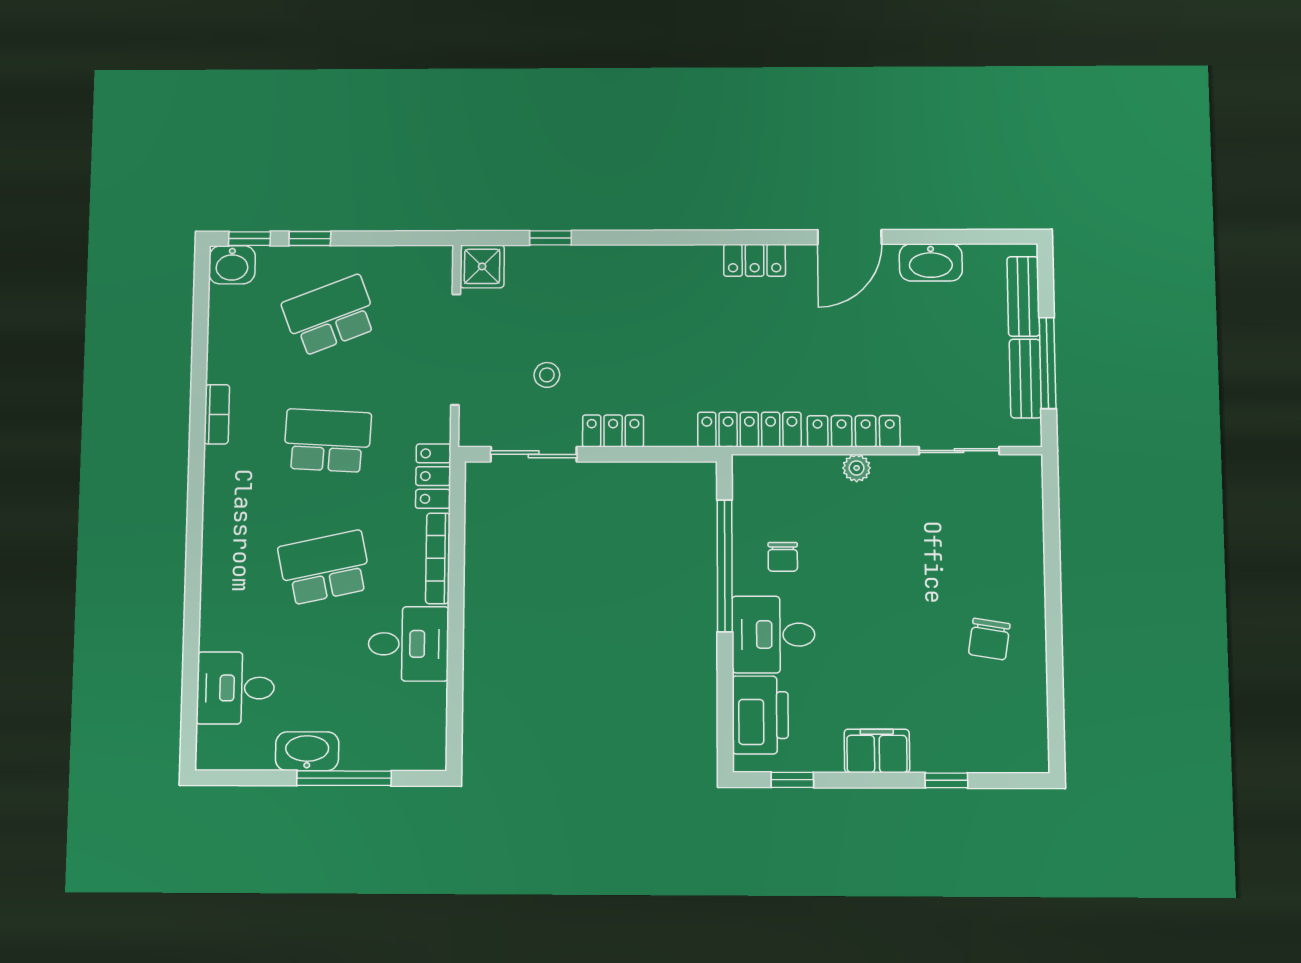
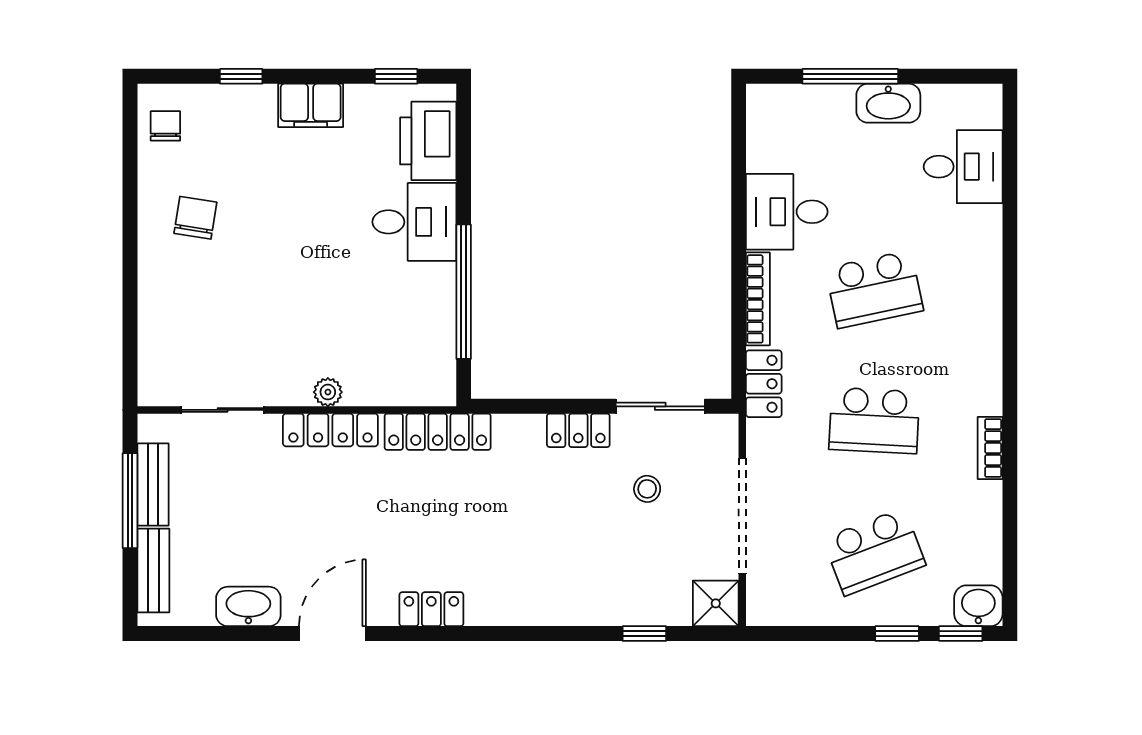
chair: (783, 557) -> (165, 126), moved

